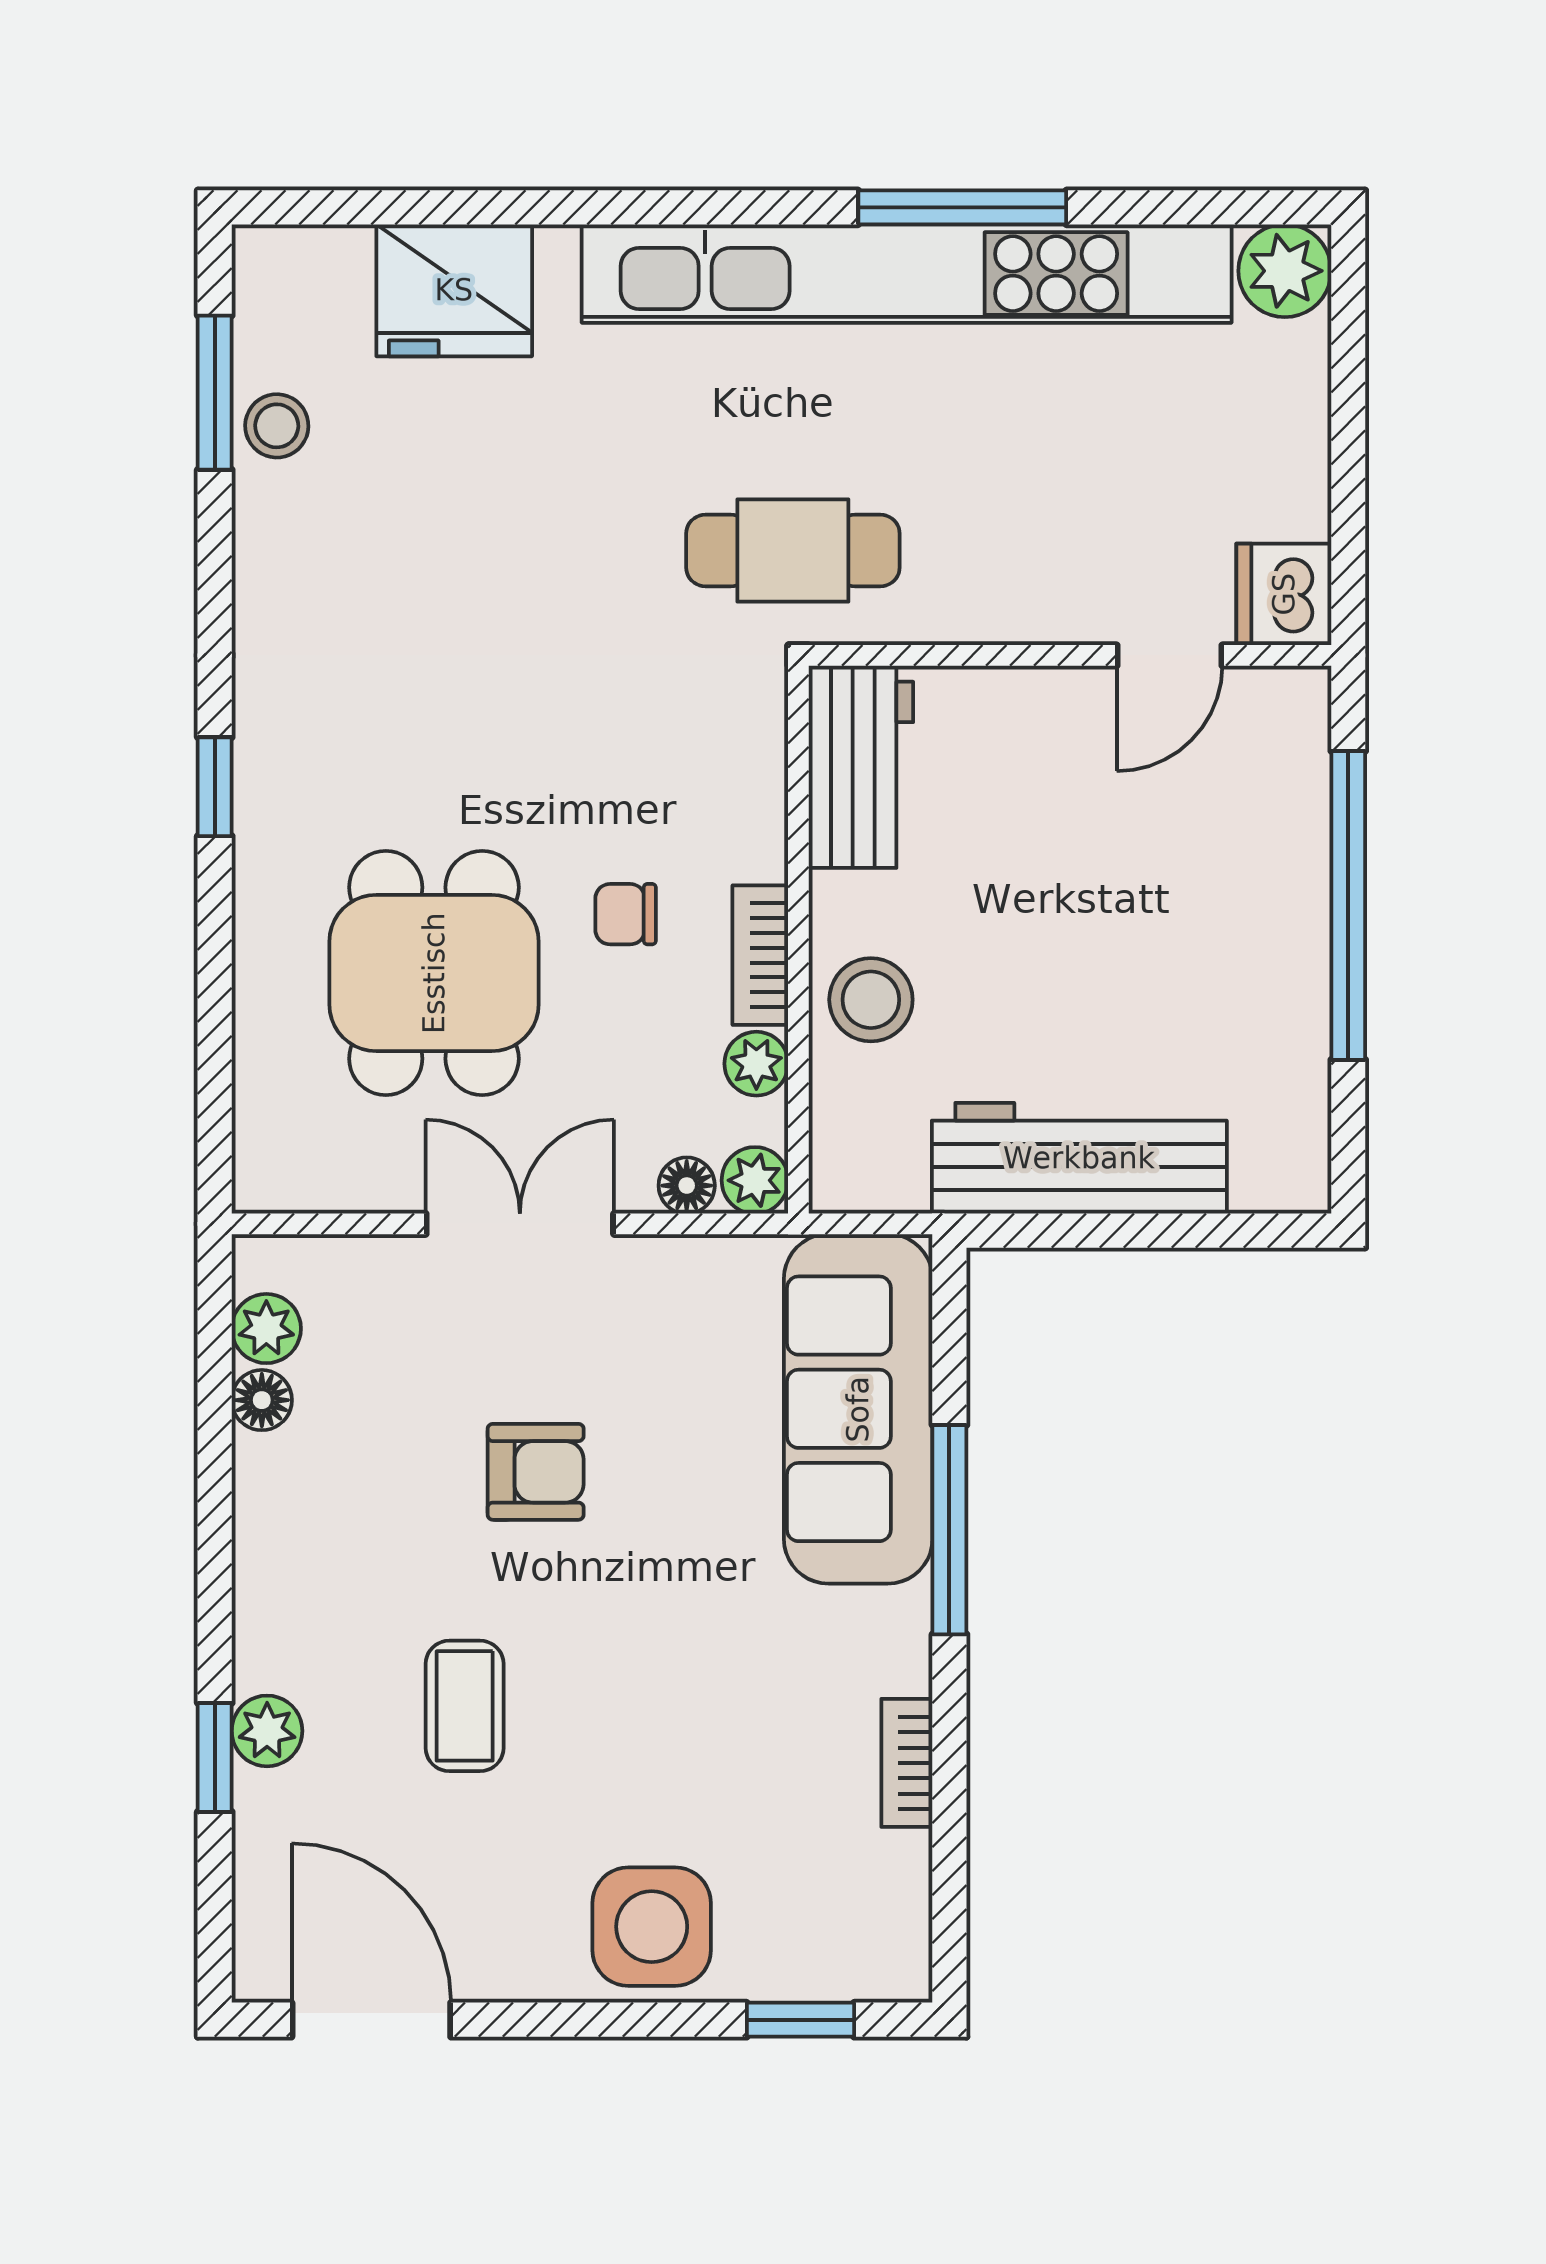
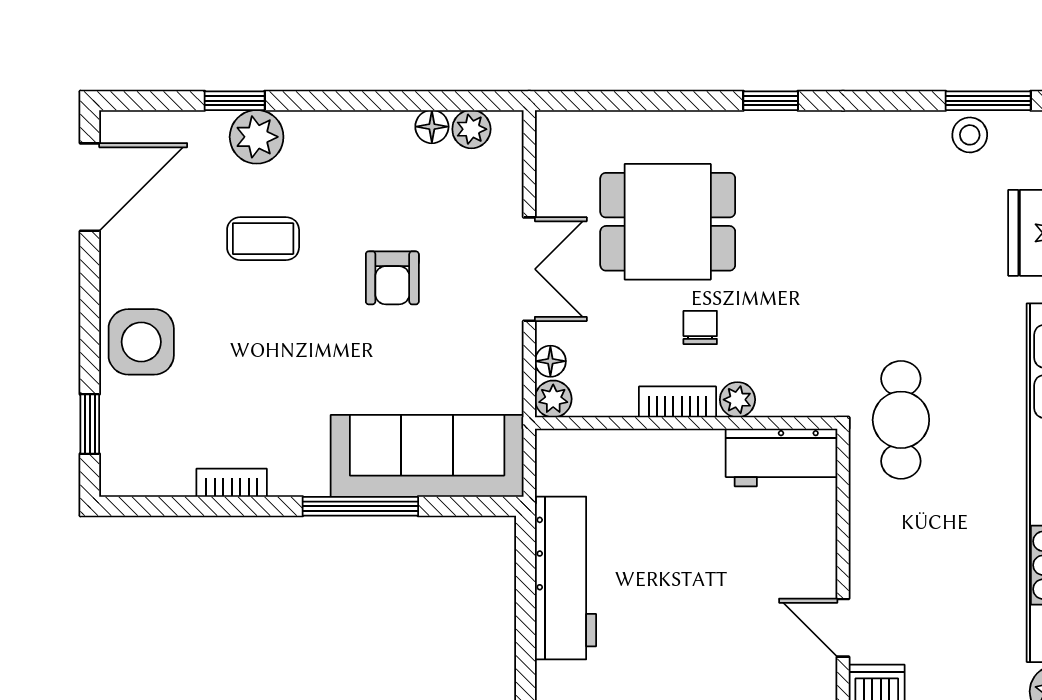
stool: (871, 1000) -> (653, 463), removed
plant: (756, 1064) -> (737, 400), moved
plant: (267, 1731) -> (257, 137), width x1.38, depth x1.38

